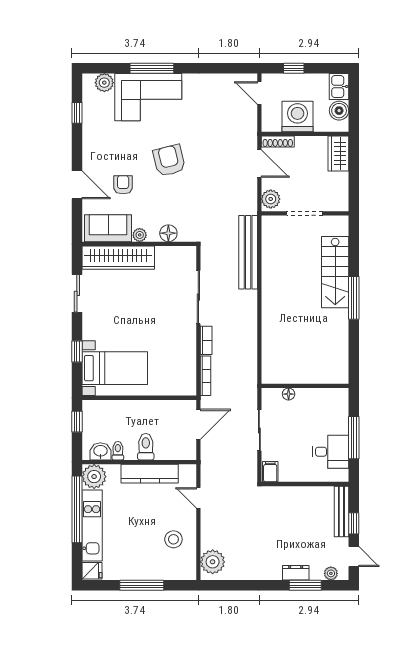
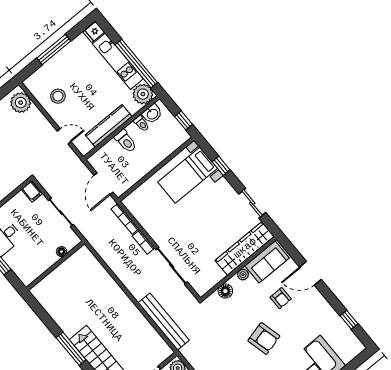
plant: (104, 83) -> (348, 354), removed

